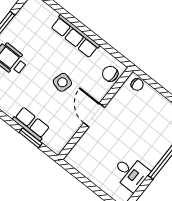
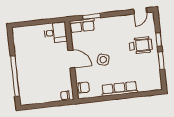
row of seats: (31, 124) -> (82, 26), moved
desk: (131, 173) -> (55, 33), moved, turned 180

